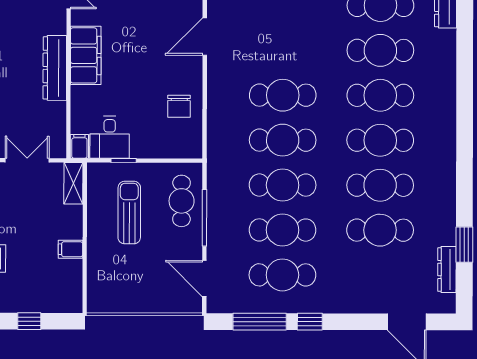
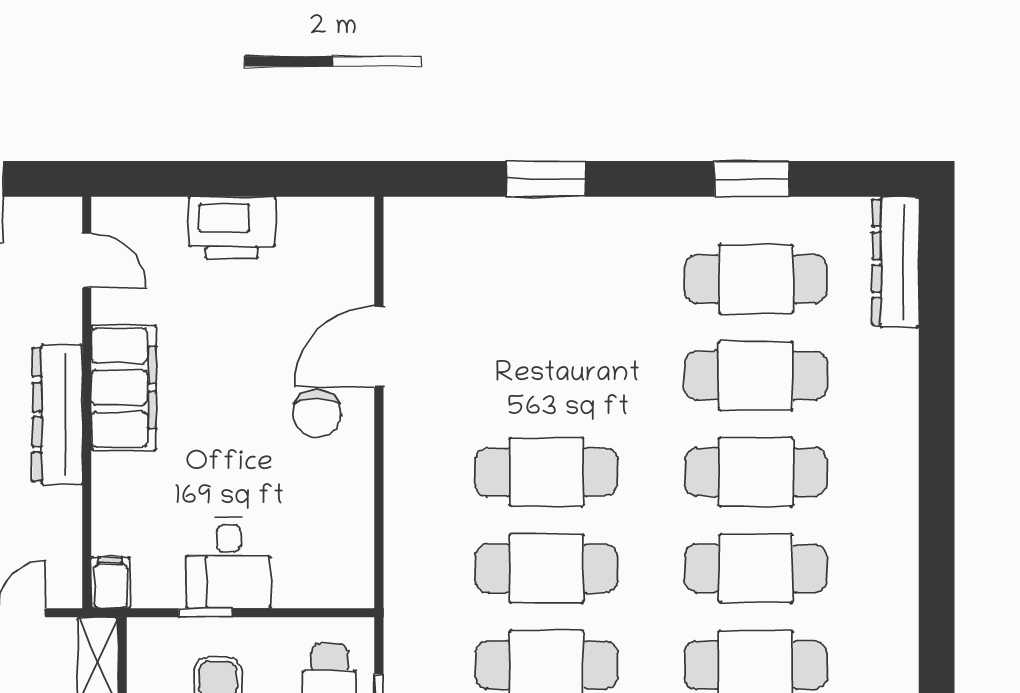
chair: (179, 106) -> (317, 413), moved
desk: (110, 137) -> (229, 563), moved

